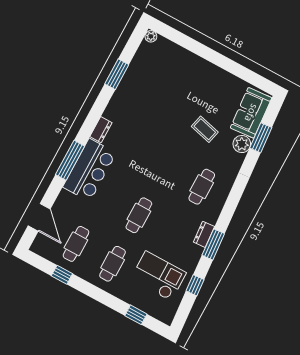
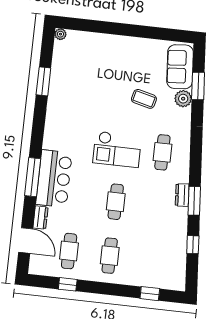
dresser: (101, 130) -> (41, 217), moved
checkout: (158, 276) -> (117, 149), moved, turned 180

